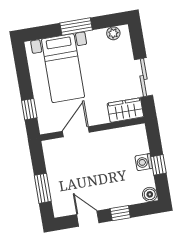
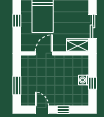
window: (29, 109) -> (17, 21), moved
boiler: (150, 194) -> (84, 101), removed

